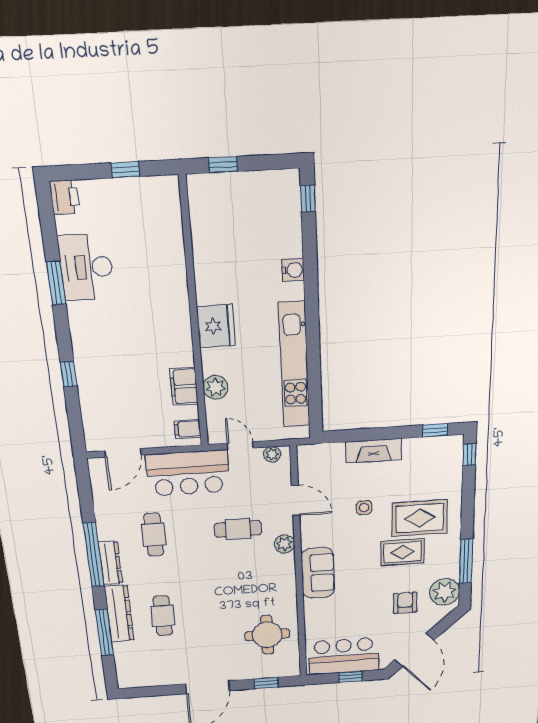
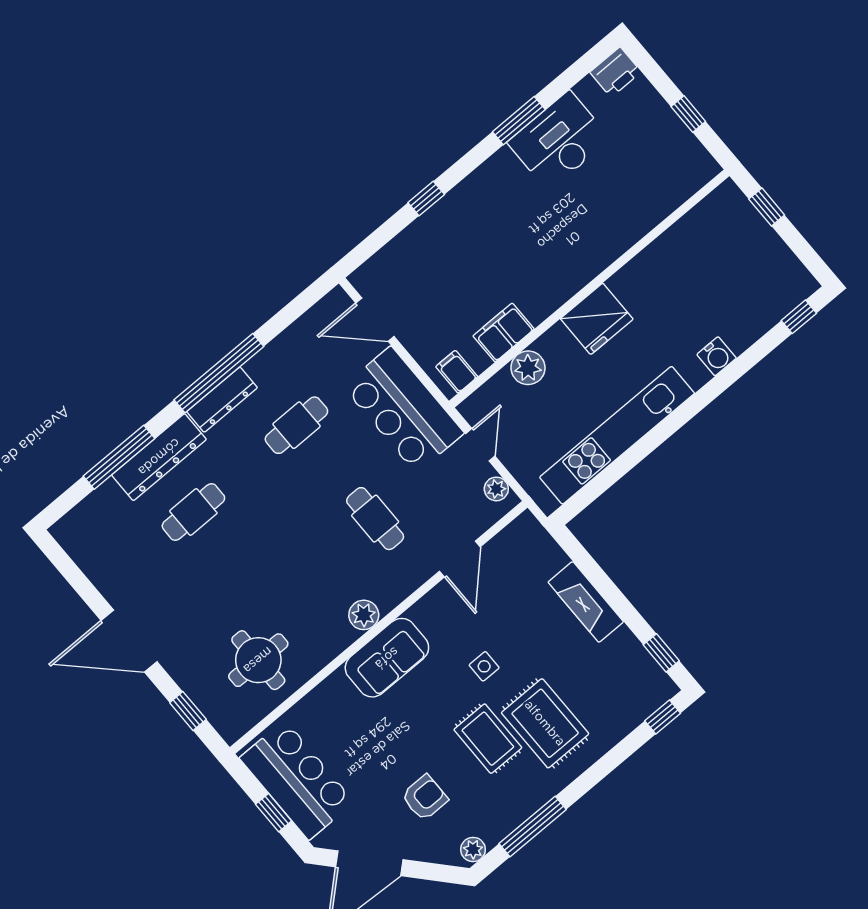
side table: (364, 508) -> (484, 666), moved
plant: (285, 544) -> (364, 615), moved
plant: (445, 592) -> (473, 849), width x0.53, depth x0.53

